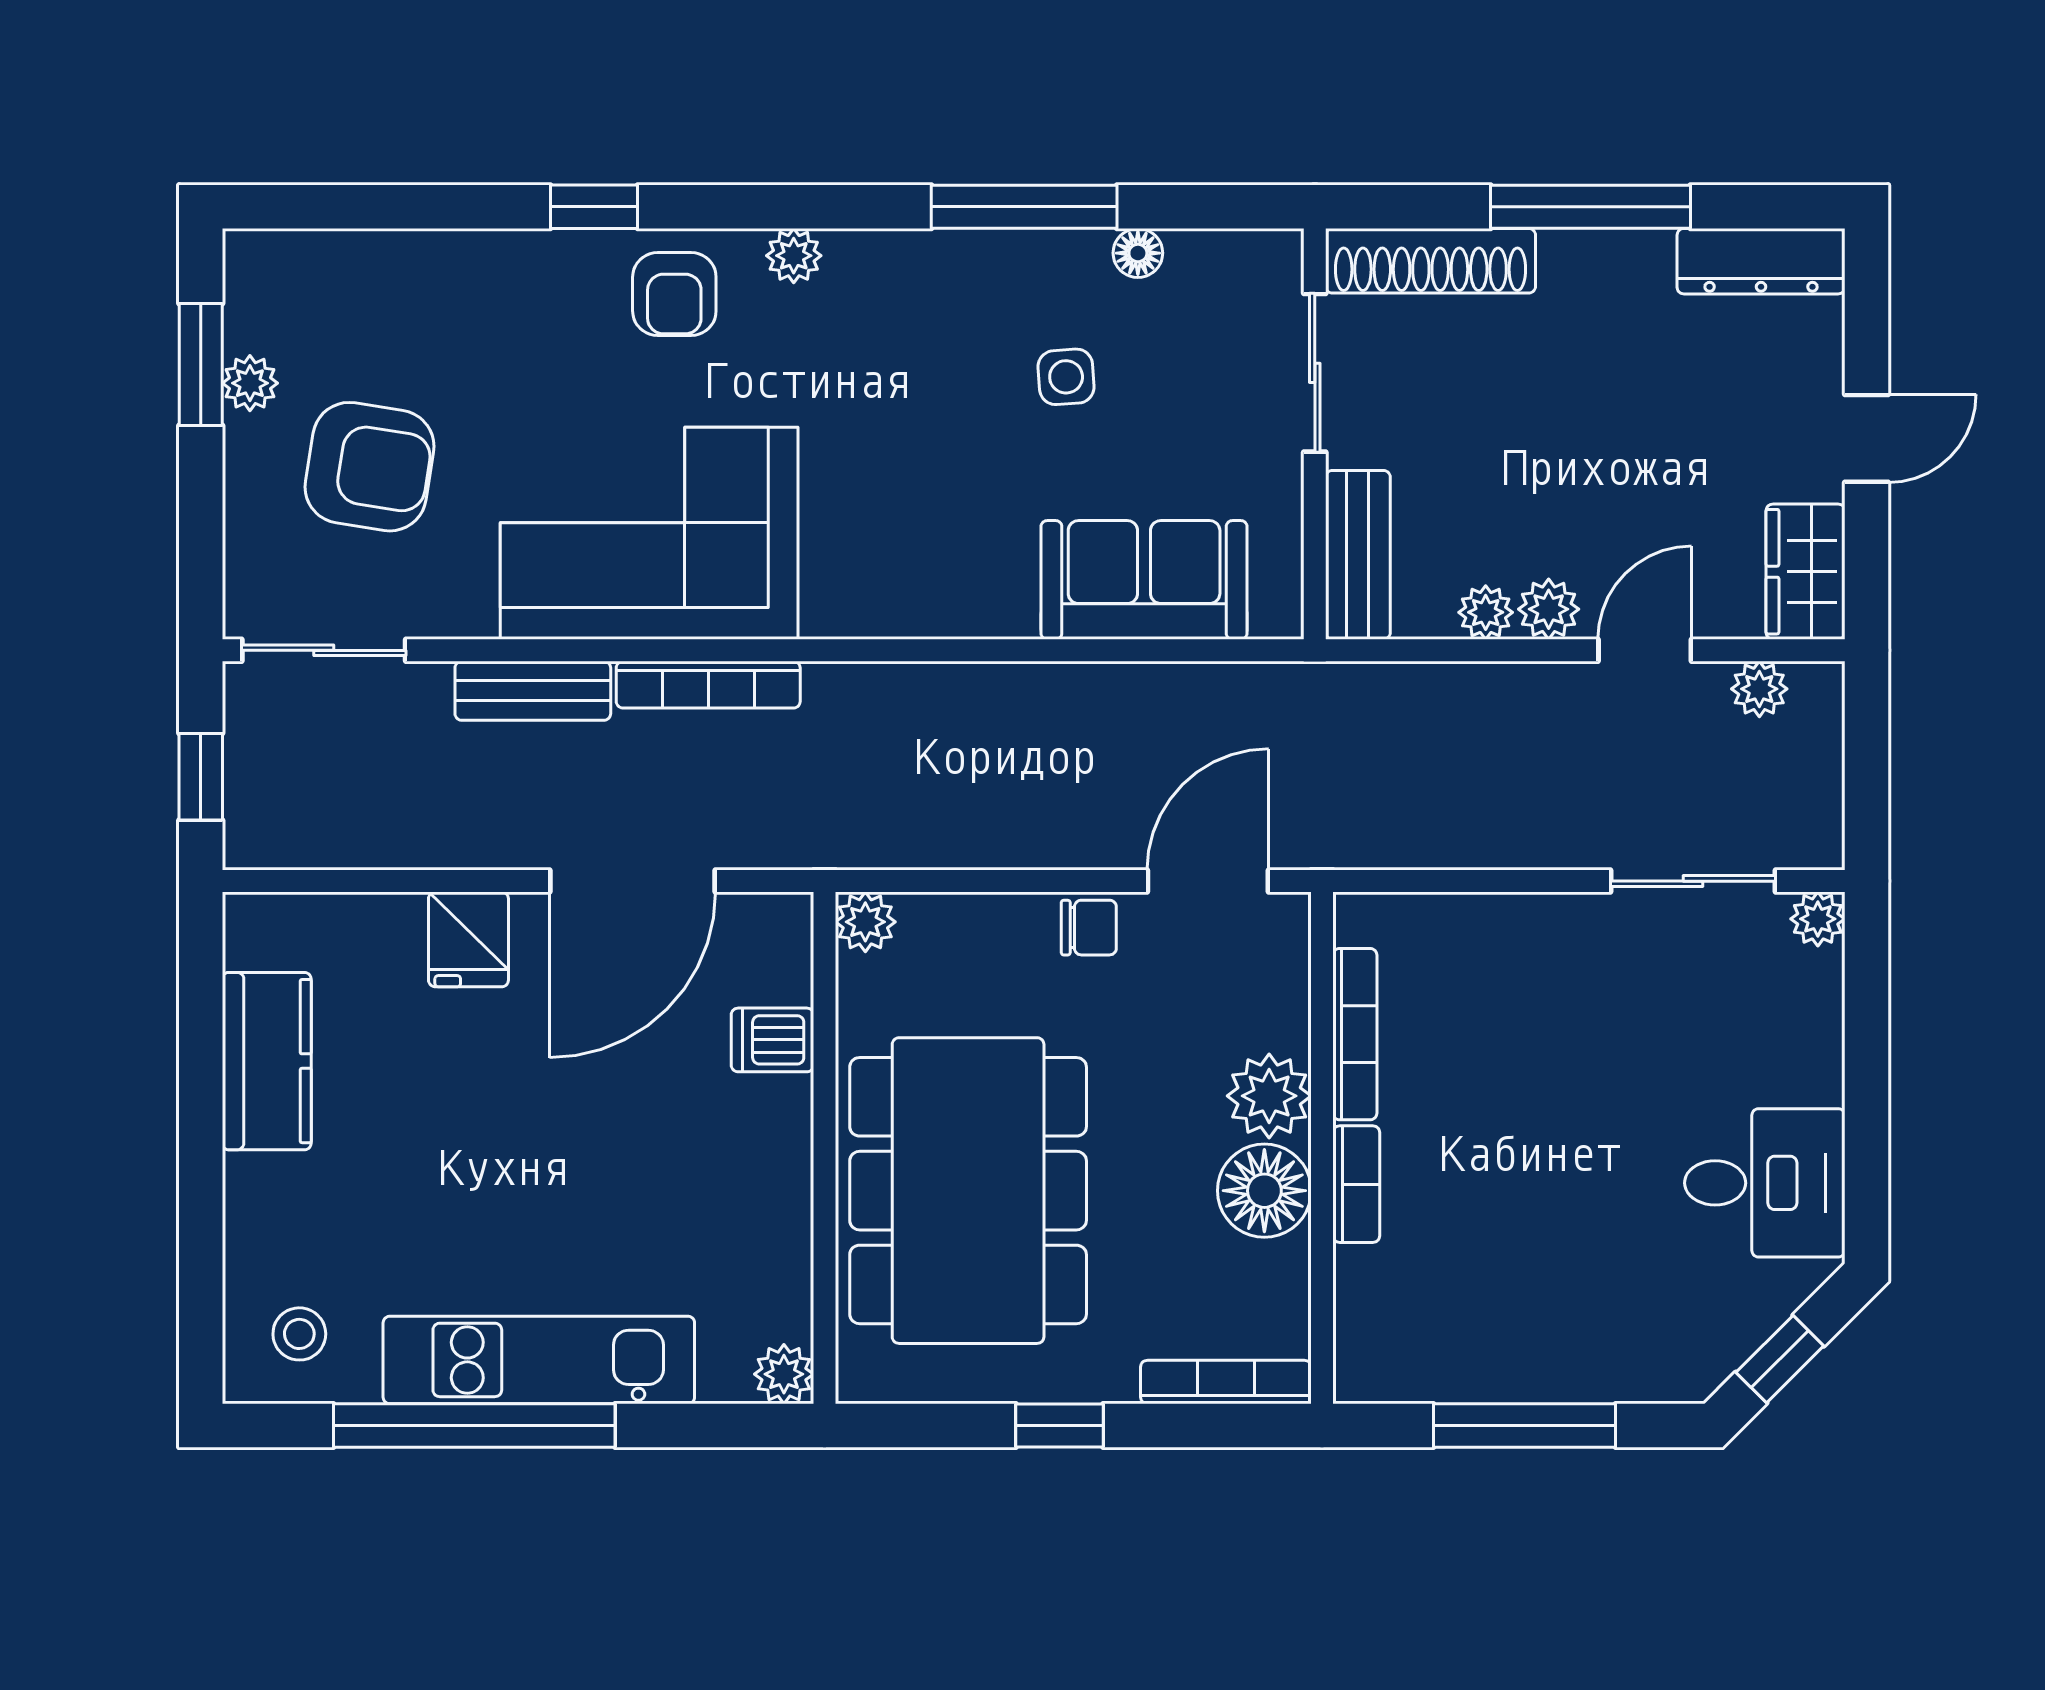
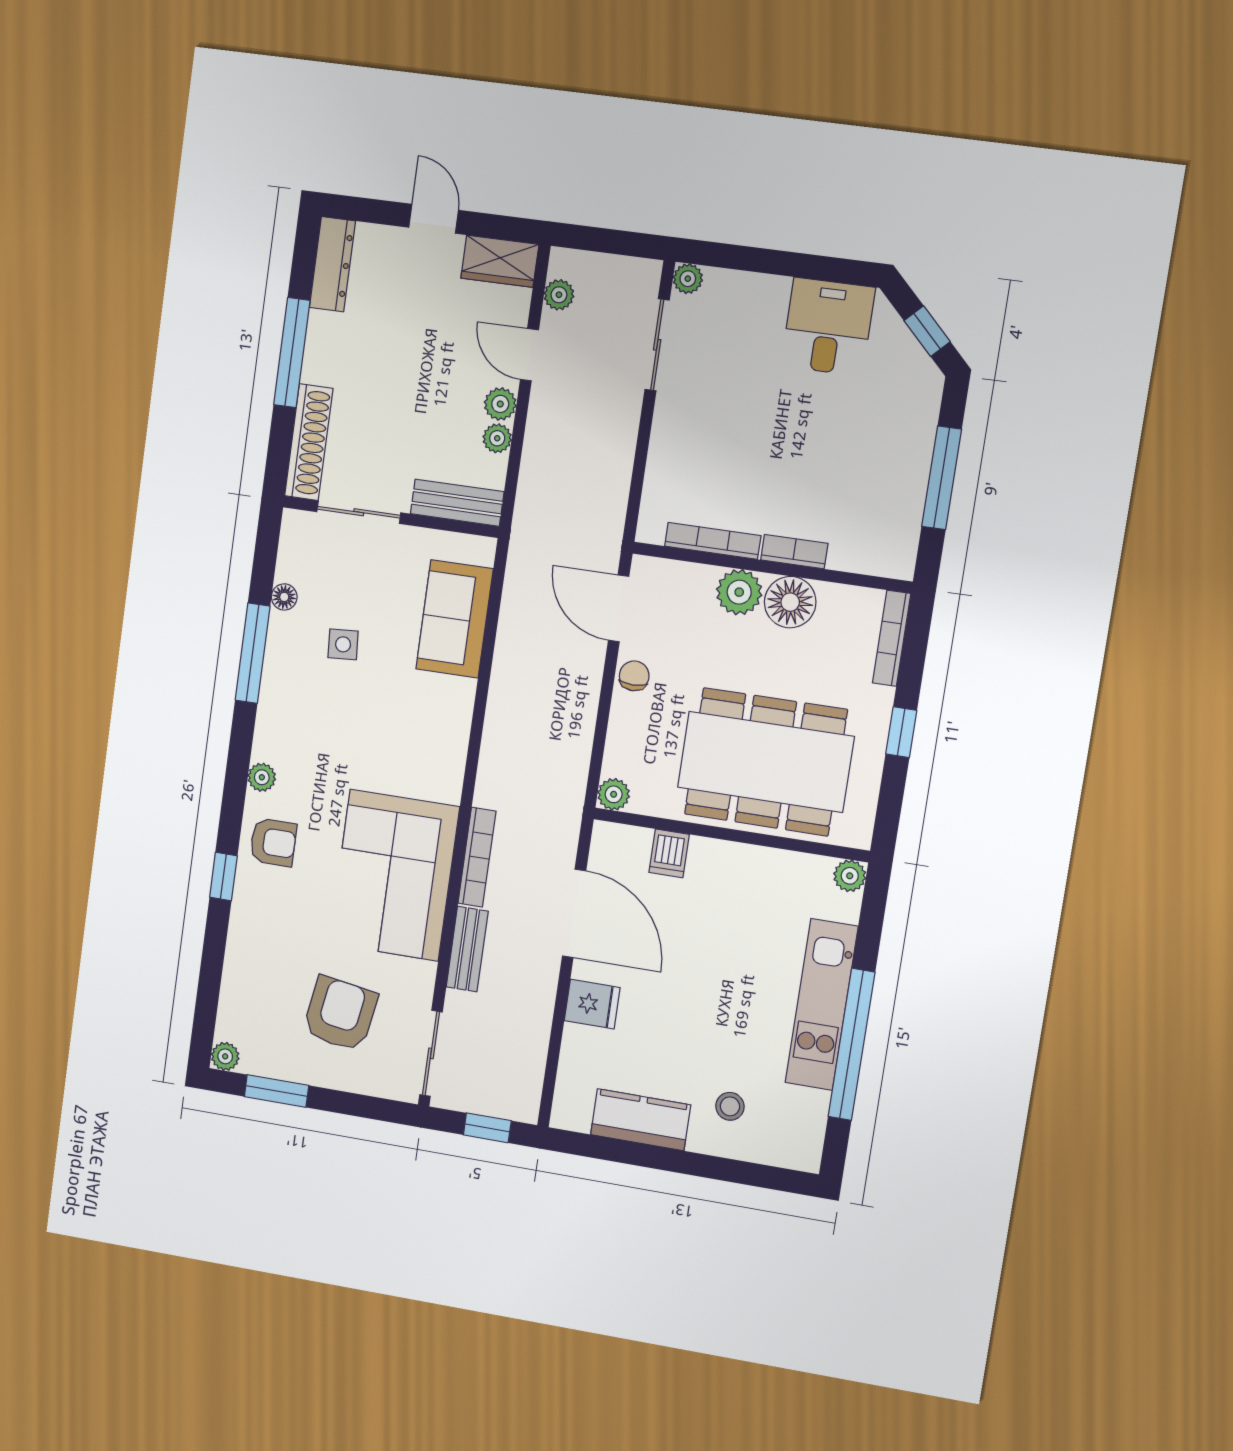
plant: (250, 383) -> (225, 1056), moved
stool: (299, 1334) -> (730, 1106), moved

